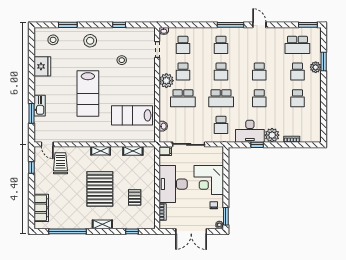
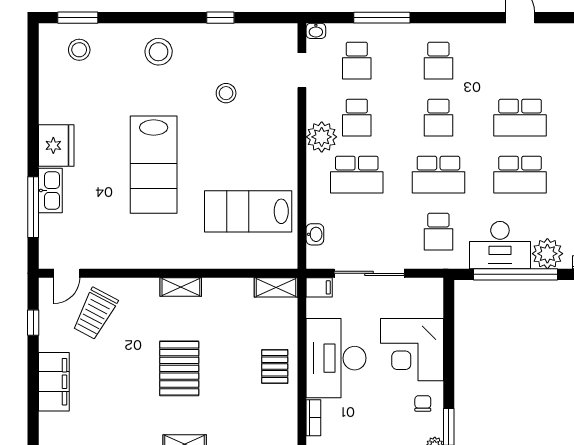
window: (68, 25) -> (78, 18), moved
window: (231, 25) -> (382, 18), moved
fridge: (42, 66) -> (56, 145), moved
school desk: (259, 72) -> (520, 118), width x1.85
school desk: (259, 98) -> (520, 175), width x1.85
window: (32, 113) -> (33, 207), width x1.44
door: (47, 144) -> (67, 273), hinge flipped
window: (257, 145) -> (516, 274), width x3.17
shelving: (133, 151) -> (276, 287), moved
trolley: (60, 163) -> (95, 313), turned -152
pallet: (100, 189) -> (179, 368), width x0.73, depth x0.71
pallet: (135, 197) -> (275, 367), moved
filing cabinet: (41, 208) -> (54, 382), moved

